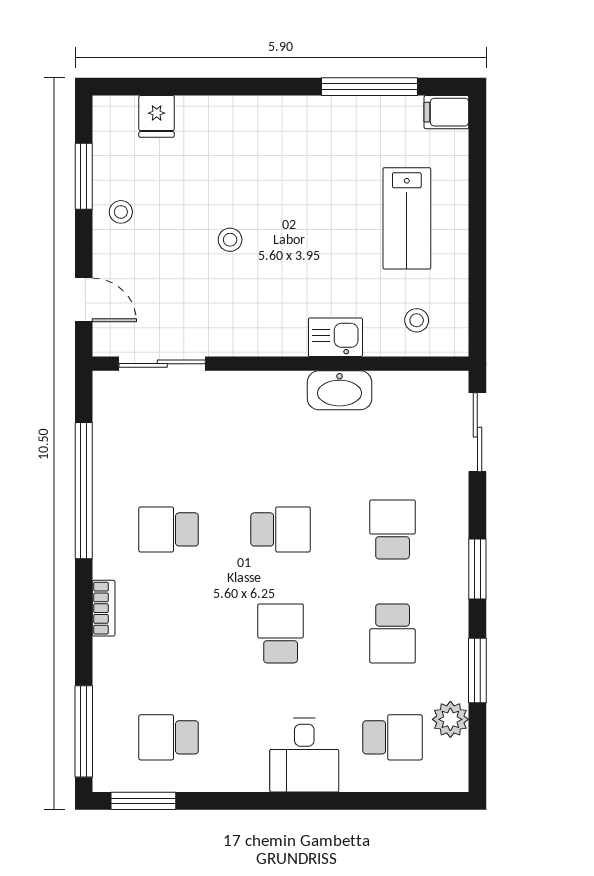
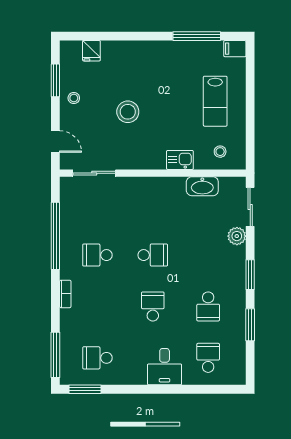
stool: (230, 240) -> (128, 112), width x1.89, depth x1.89
washbasin: (340, 390) -> (202, 186), moved
school desk: (393, 529) -> (208, 255), removed
plant: (450, 719) -> (237, 236), moved
school desk: (393, 737) -> (208, 358), turned -90

